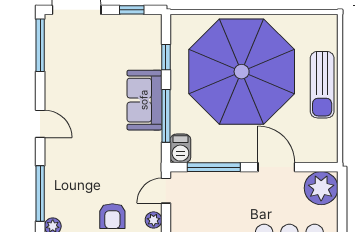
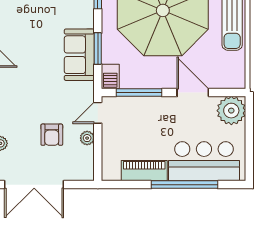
sofa: (144, 100) -> (79, 55), moved
window: (166, 116) -> (98, 49), width x0.69

